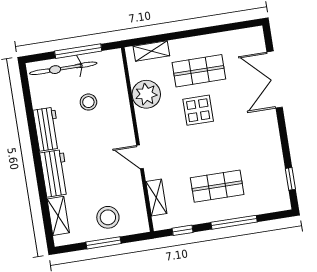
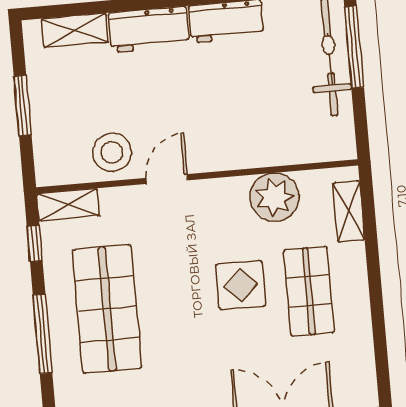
window: (78, 51) -> (354, 47), moved
stool: (88, 102) -> (268, 96), removed
shop shelf: (217, 186) -> (107, 309), width x1.43, depth x1.36
shelving: (156, 198) -> (68, 205), moved
stool: (108, 217) -> (112, 152), moved

